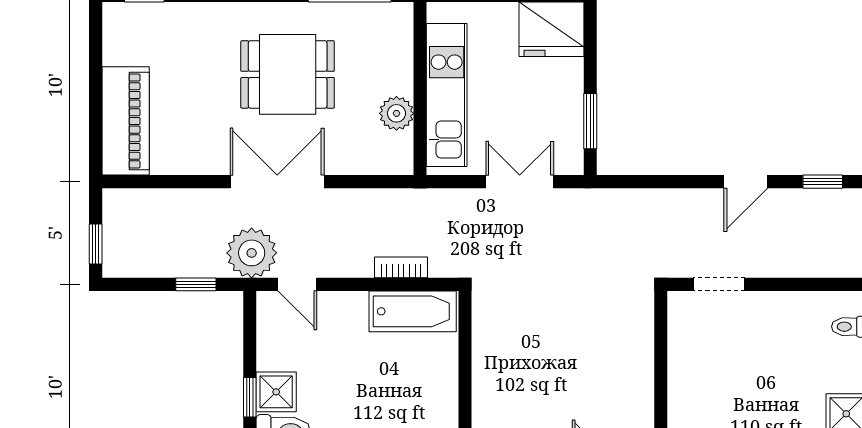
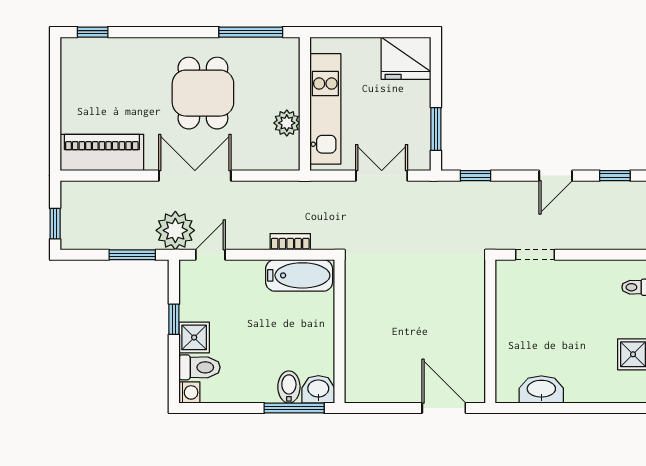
dining table: (288, 74) -> (203, 93), turned 90
piano: (126, 121) -> (102, 152), moved, turned -90
window: (642, 182) -> (475, 176), added
window: (196, 284) -> (132, 255), width x1.50
door: (297, 284) -> (210, 255), swing flipped
window: (250, 397) -> (174, 319), moved

